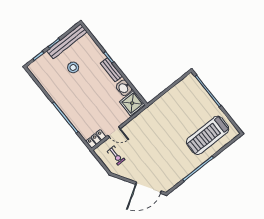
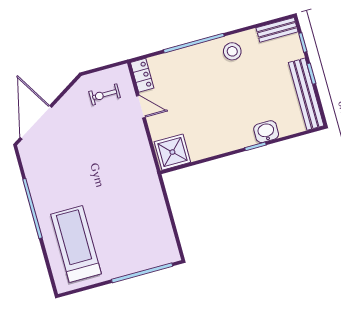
stool: (73, 67) -> (232, 51), moved
bench: (111, 70) -> (277, 30), moved
washbasin: (124, 88) -> (266, 132), moved
door: (114, 132) -> (141, 107), swing flipped

